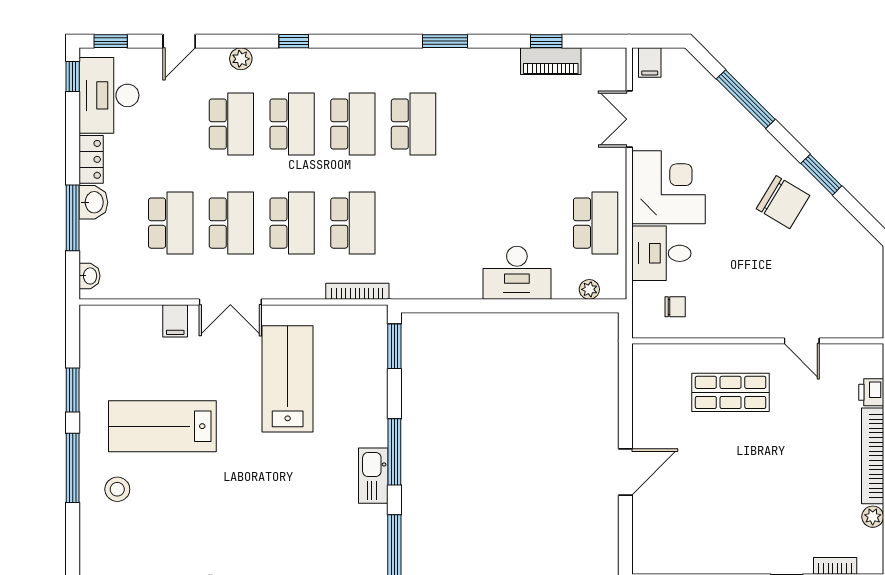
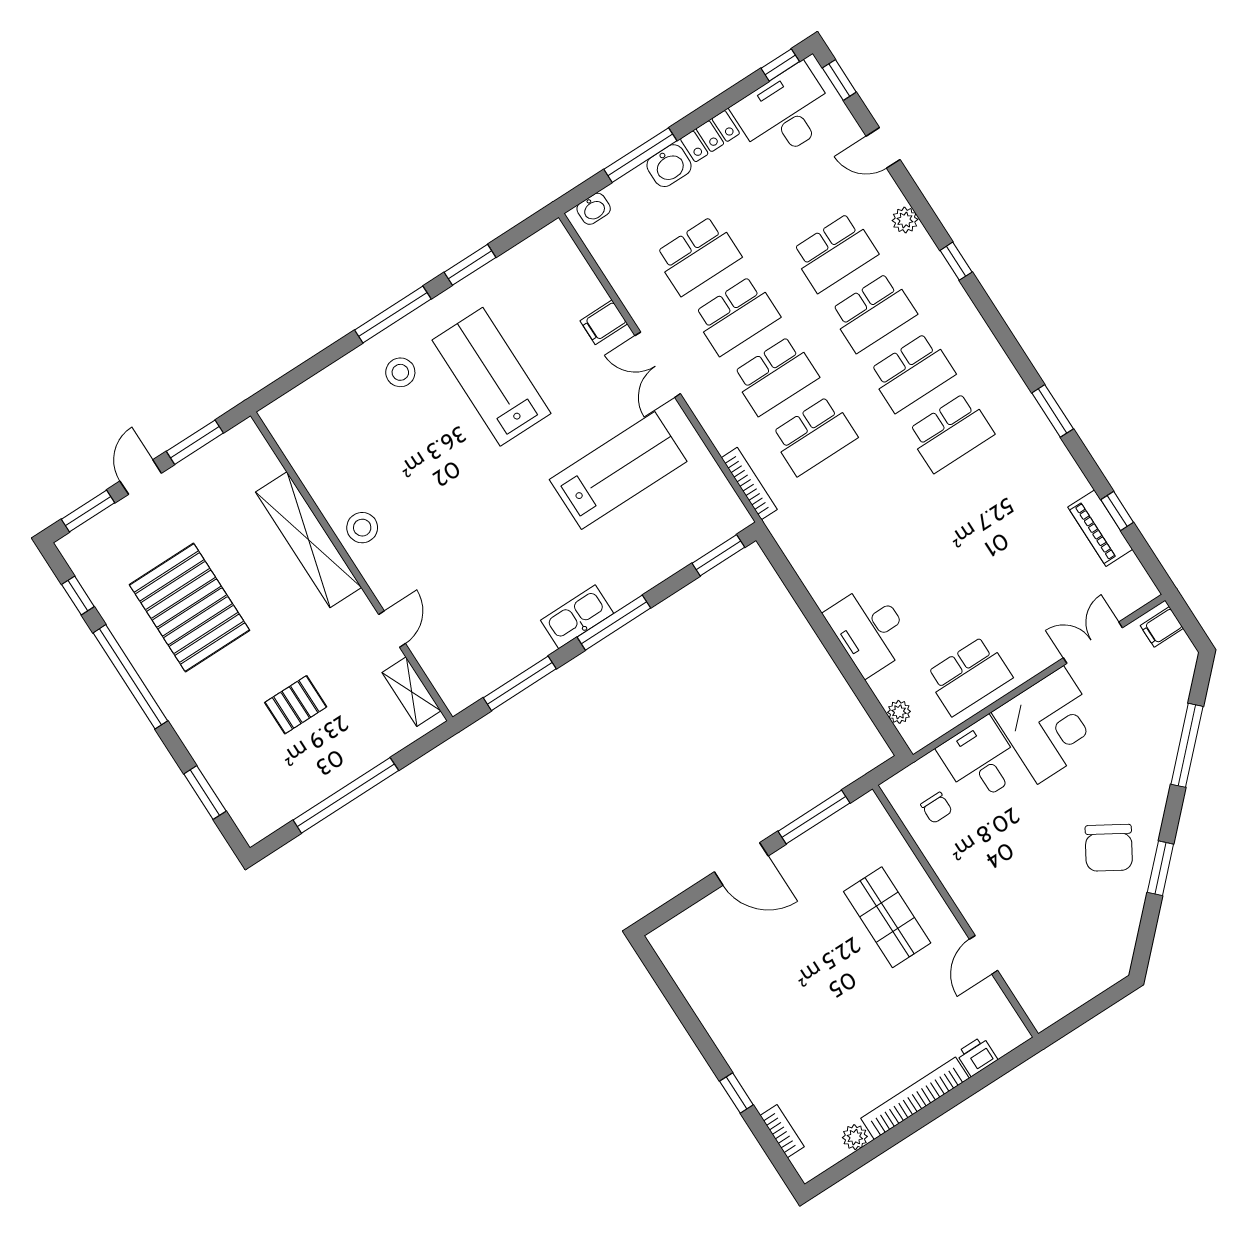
window: (625, 399) -> (814, 817), added

